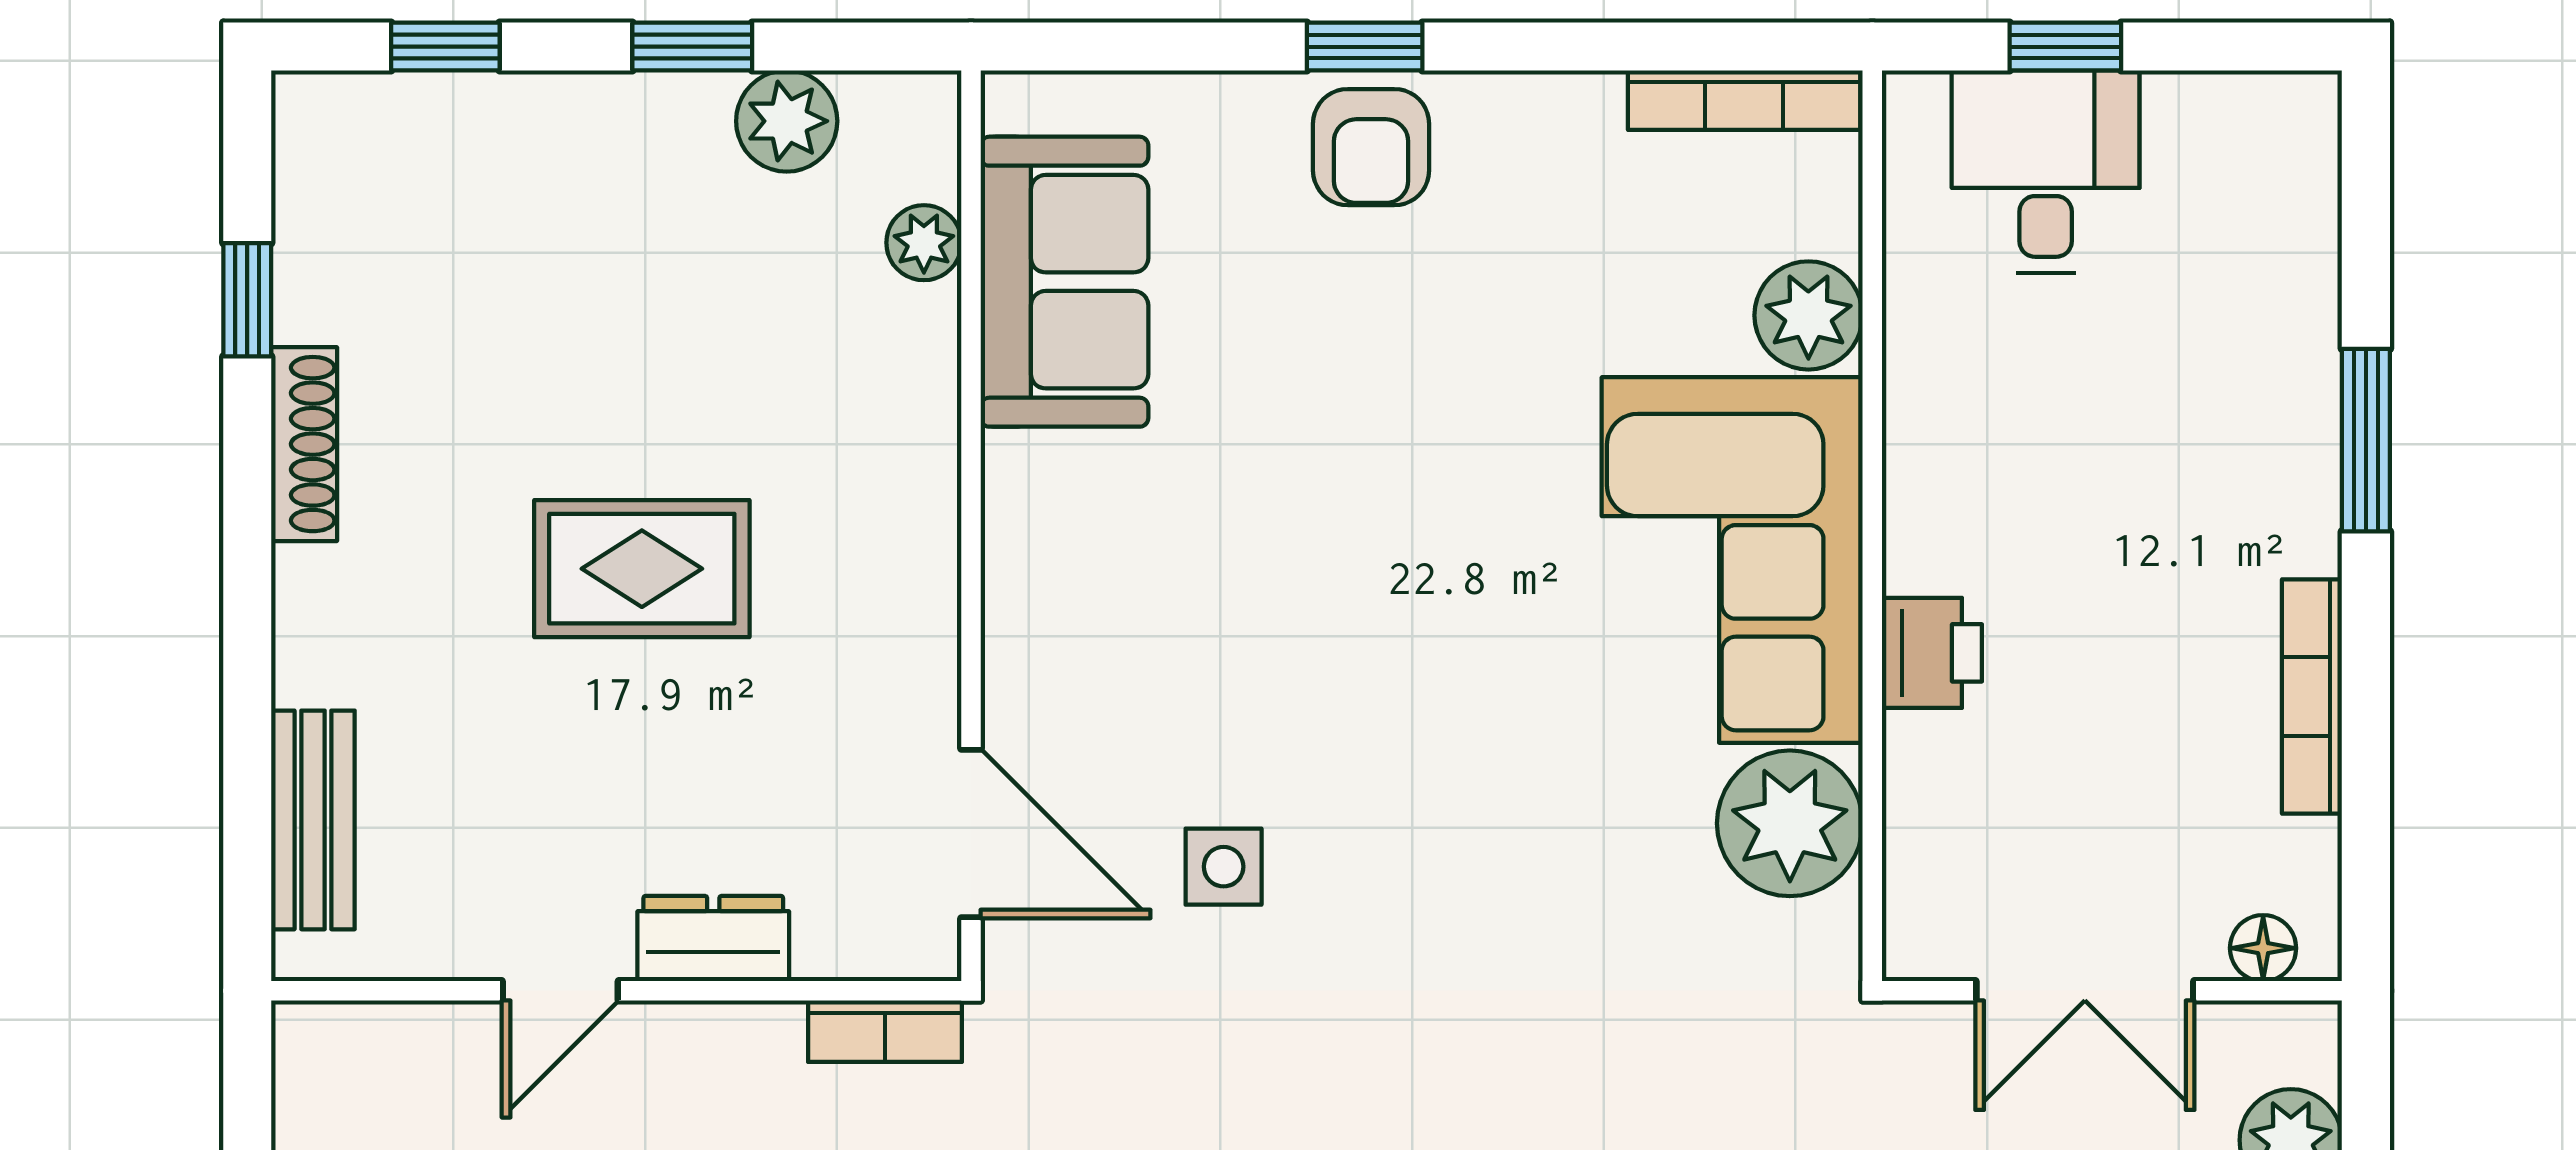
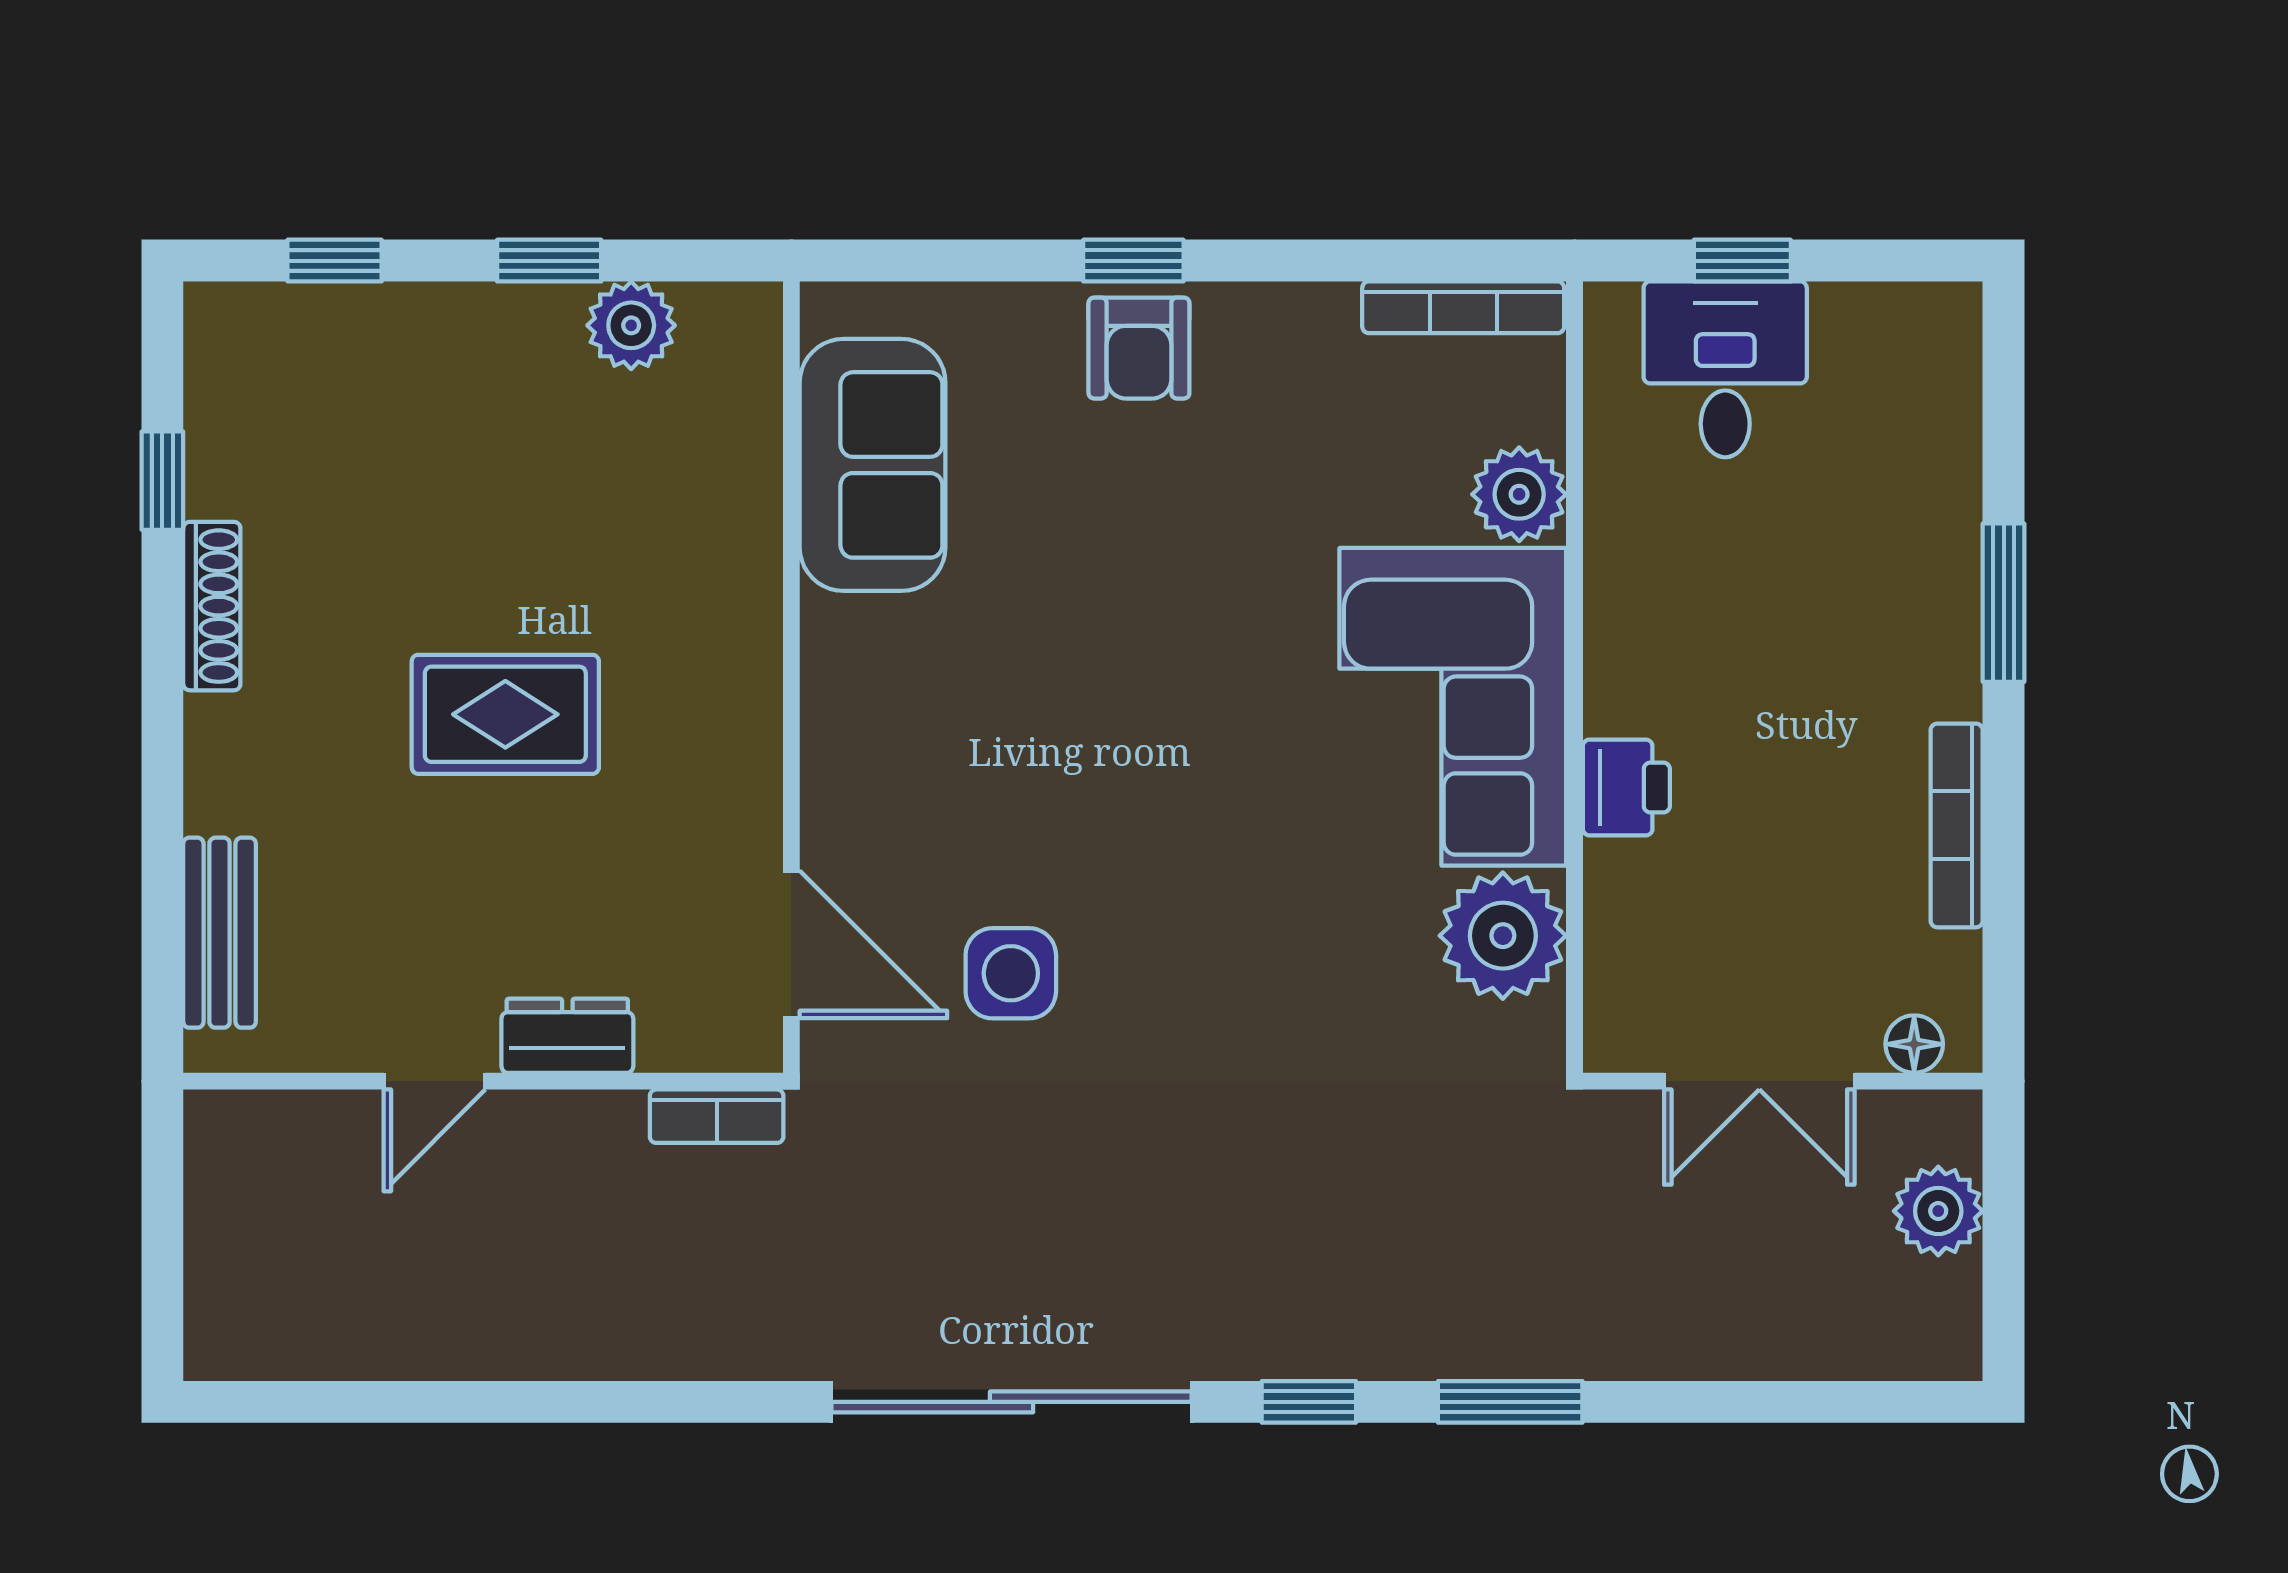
plant: (924, 243) -> (750, 431), removed
side table: (1224, 867) -> (1011, 973), width x1.37, depth x1.37

